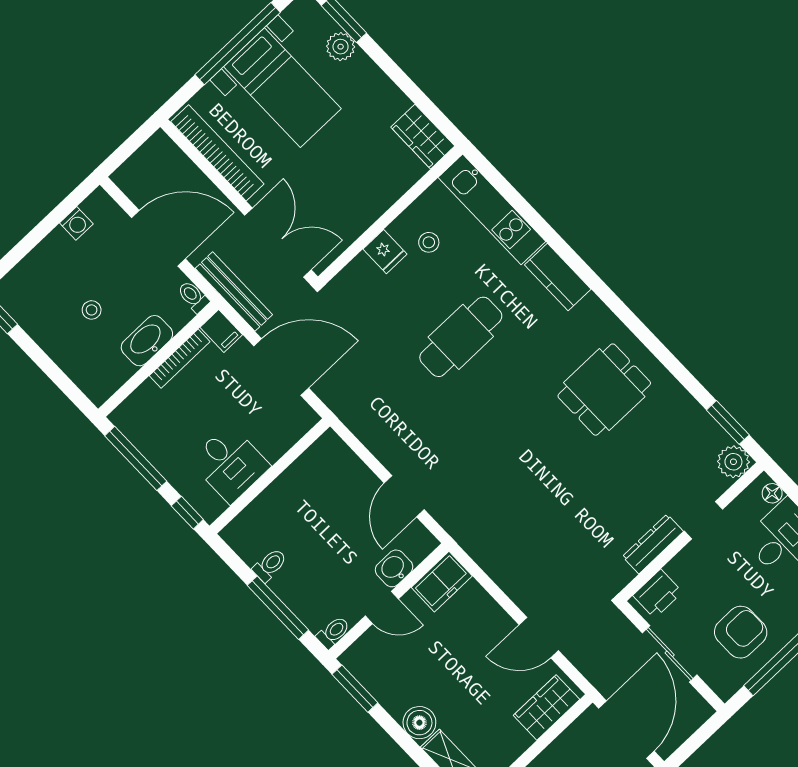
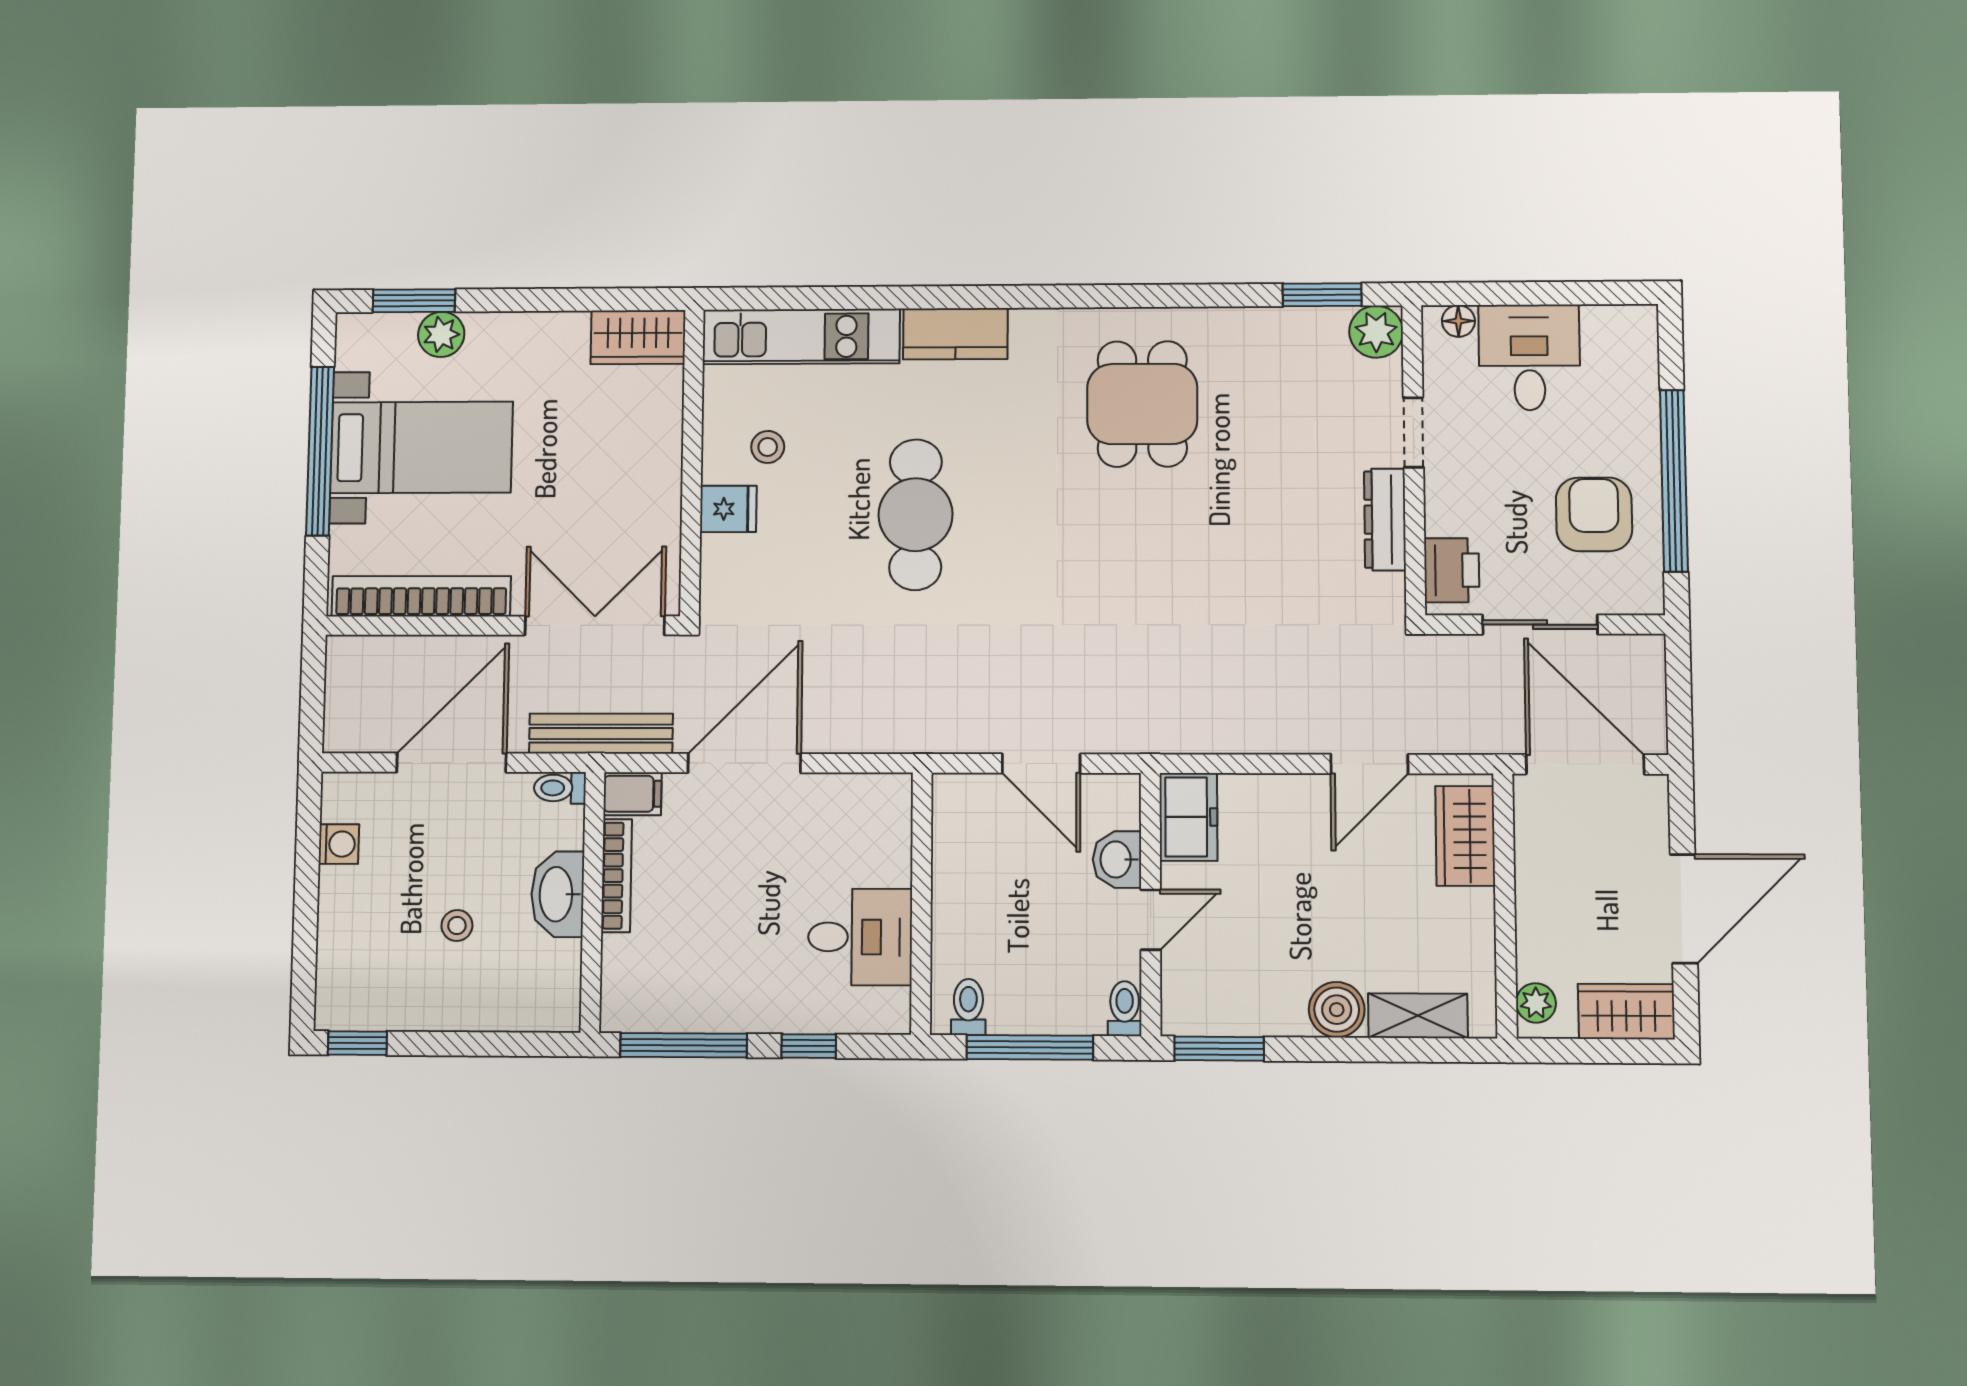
desk: (230, 464) -> (860, 937), moved
wall: (270, 476) -> (921, 903), moved

